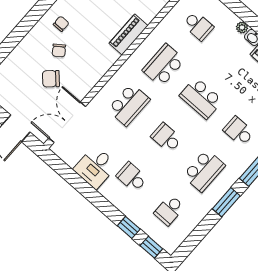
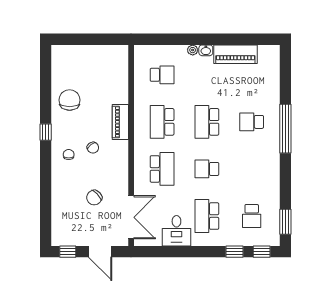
chair: (59, 50) -> (93, 148), moved
school desk: (201, 98) -> (207, 122), turned 90
double door: (67, 122) -> (131, 217), swing flipped
school desk: (204, 171) -> (252, 169), removed
school desk: (132, 177) -> (207, 216), width x1.85
window: (226, 202) -> (285, 222), moved

